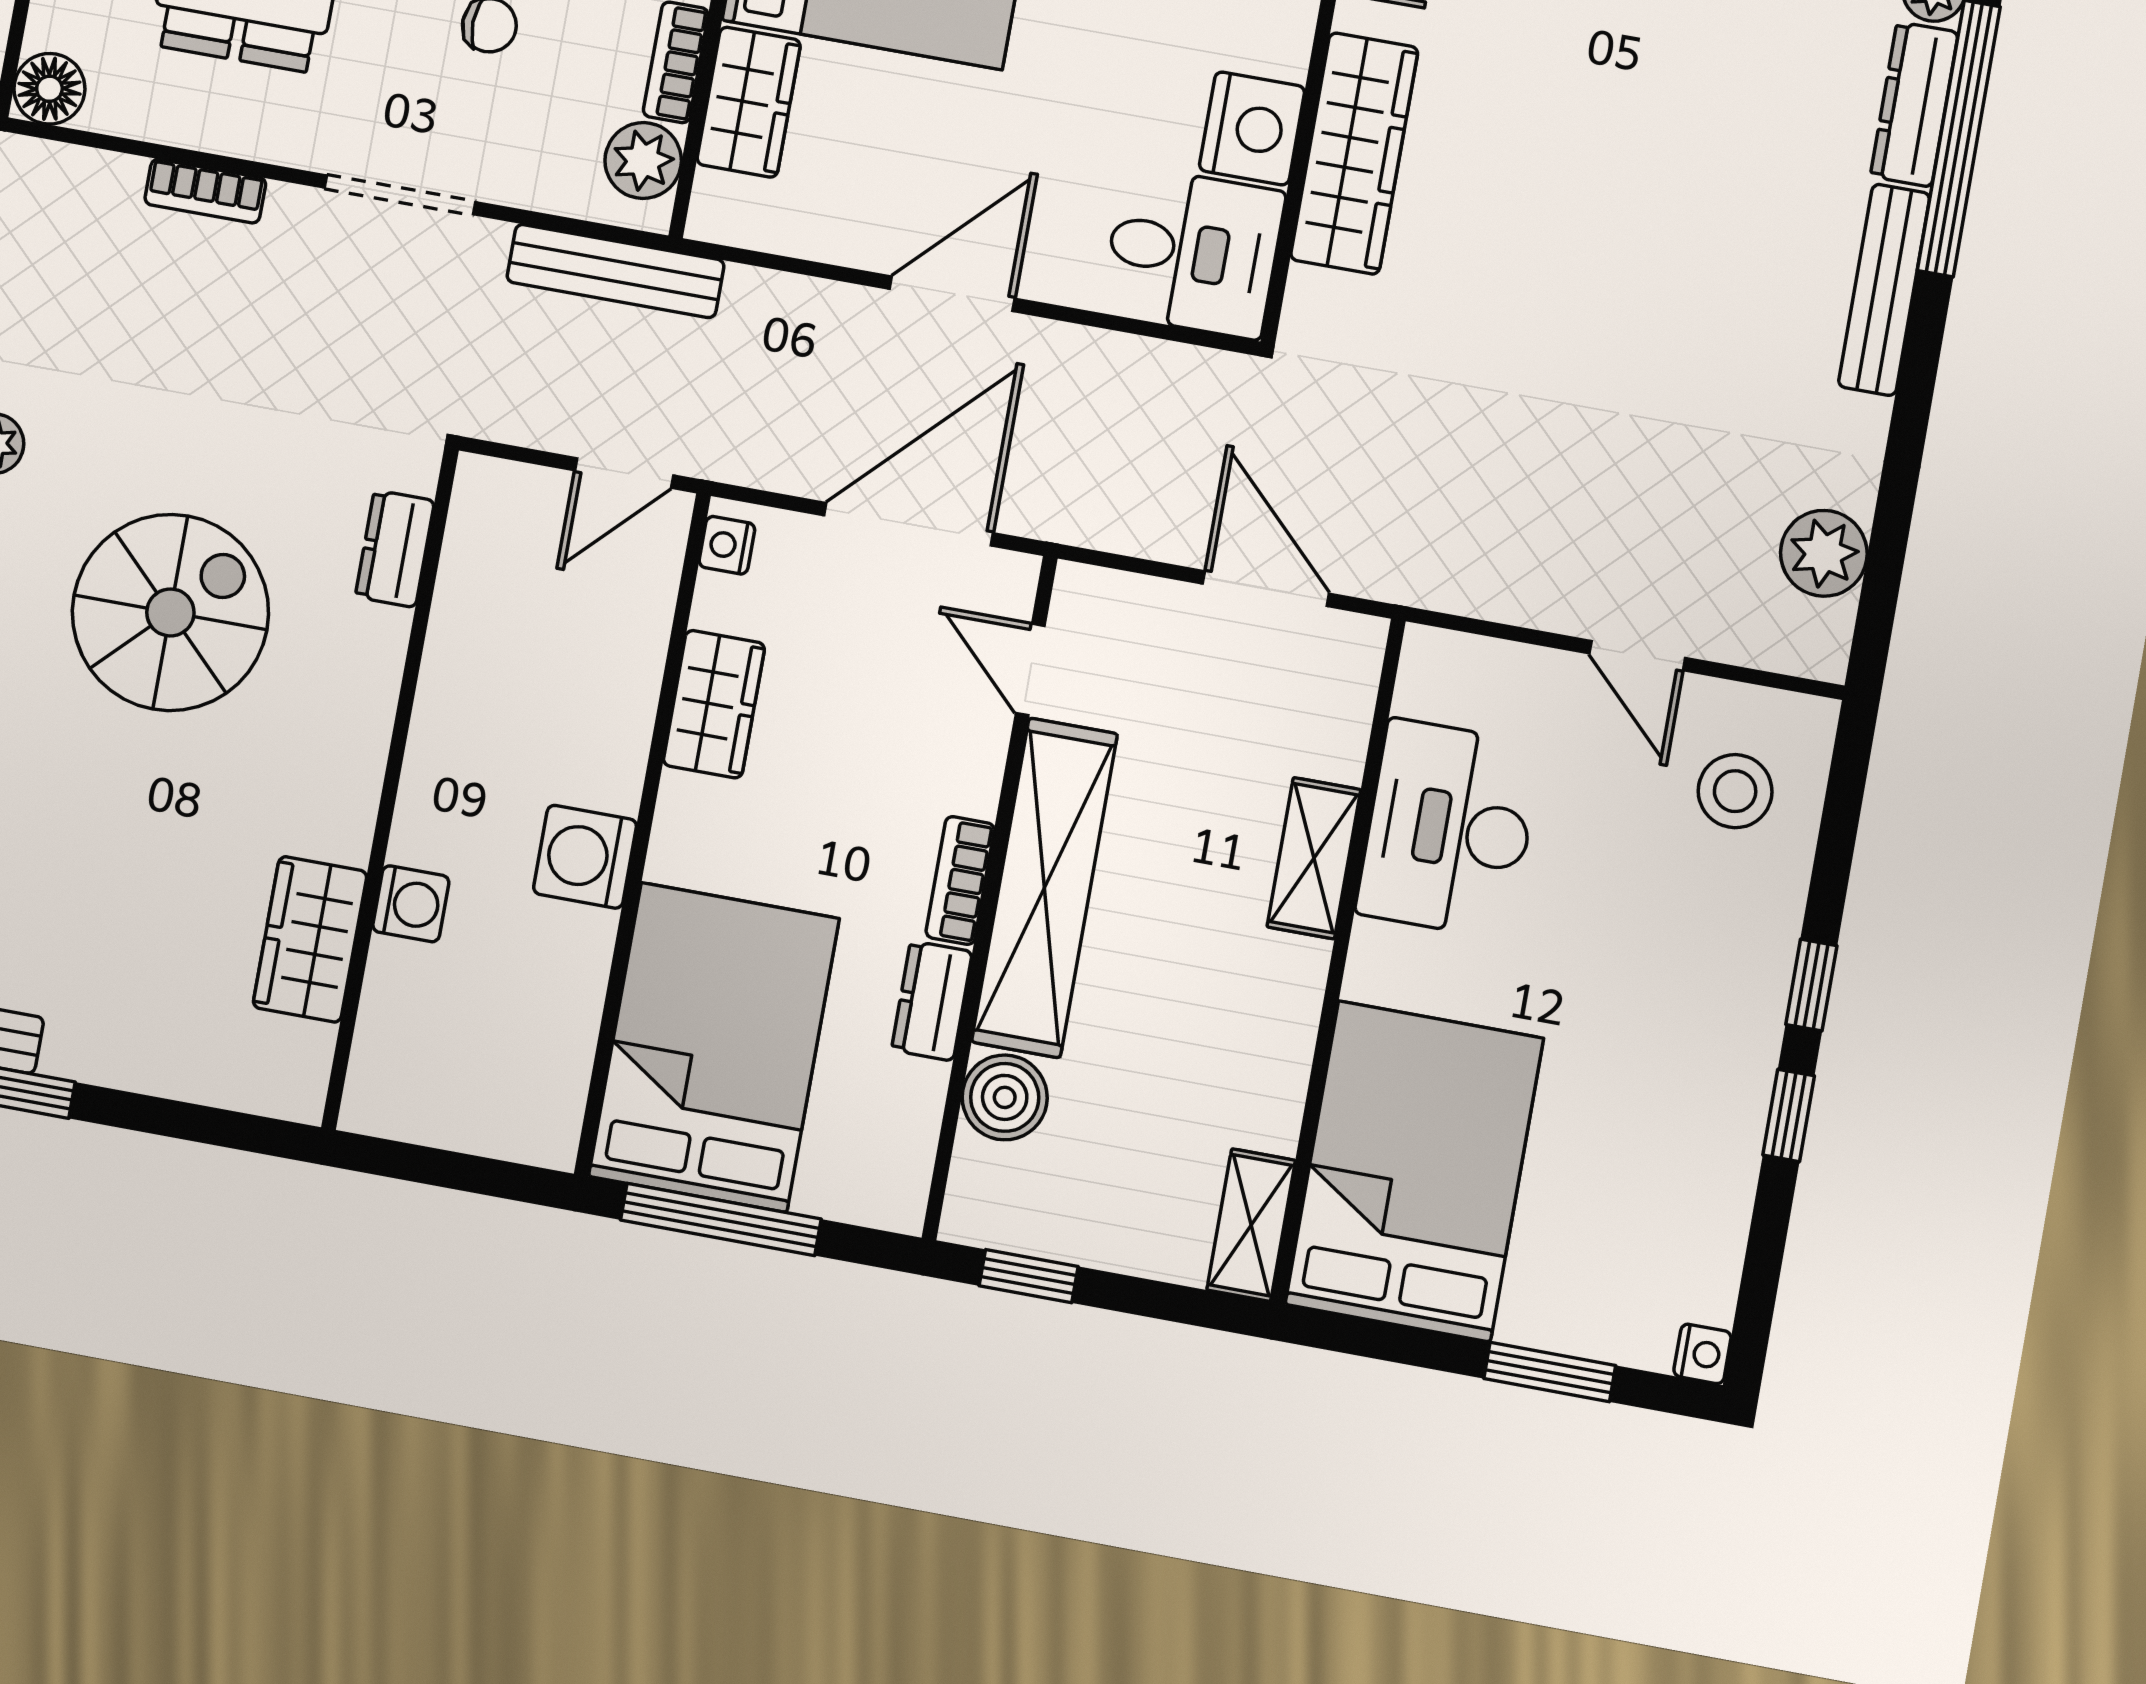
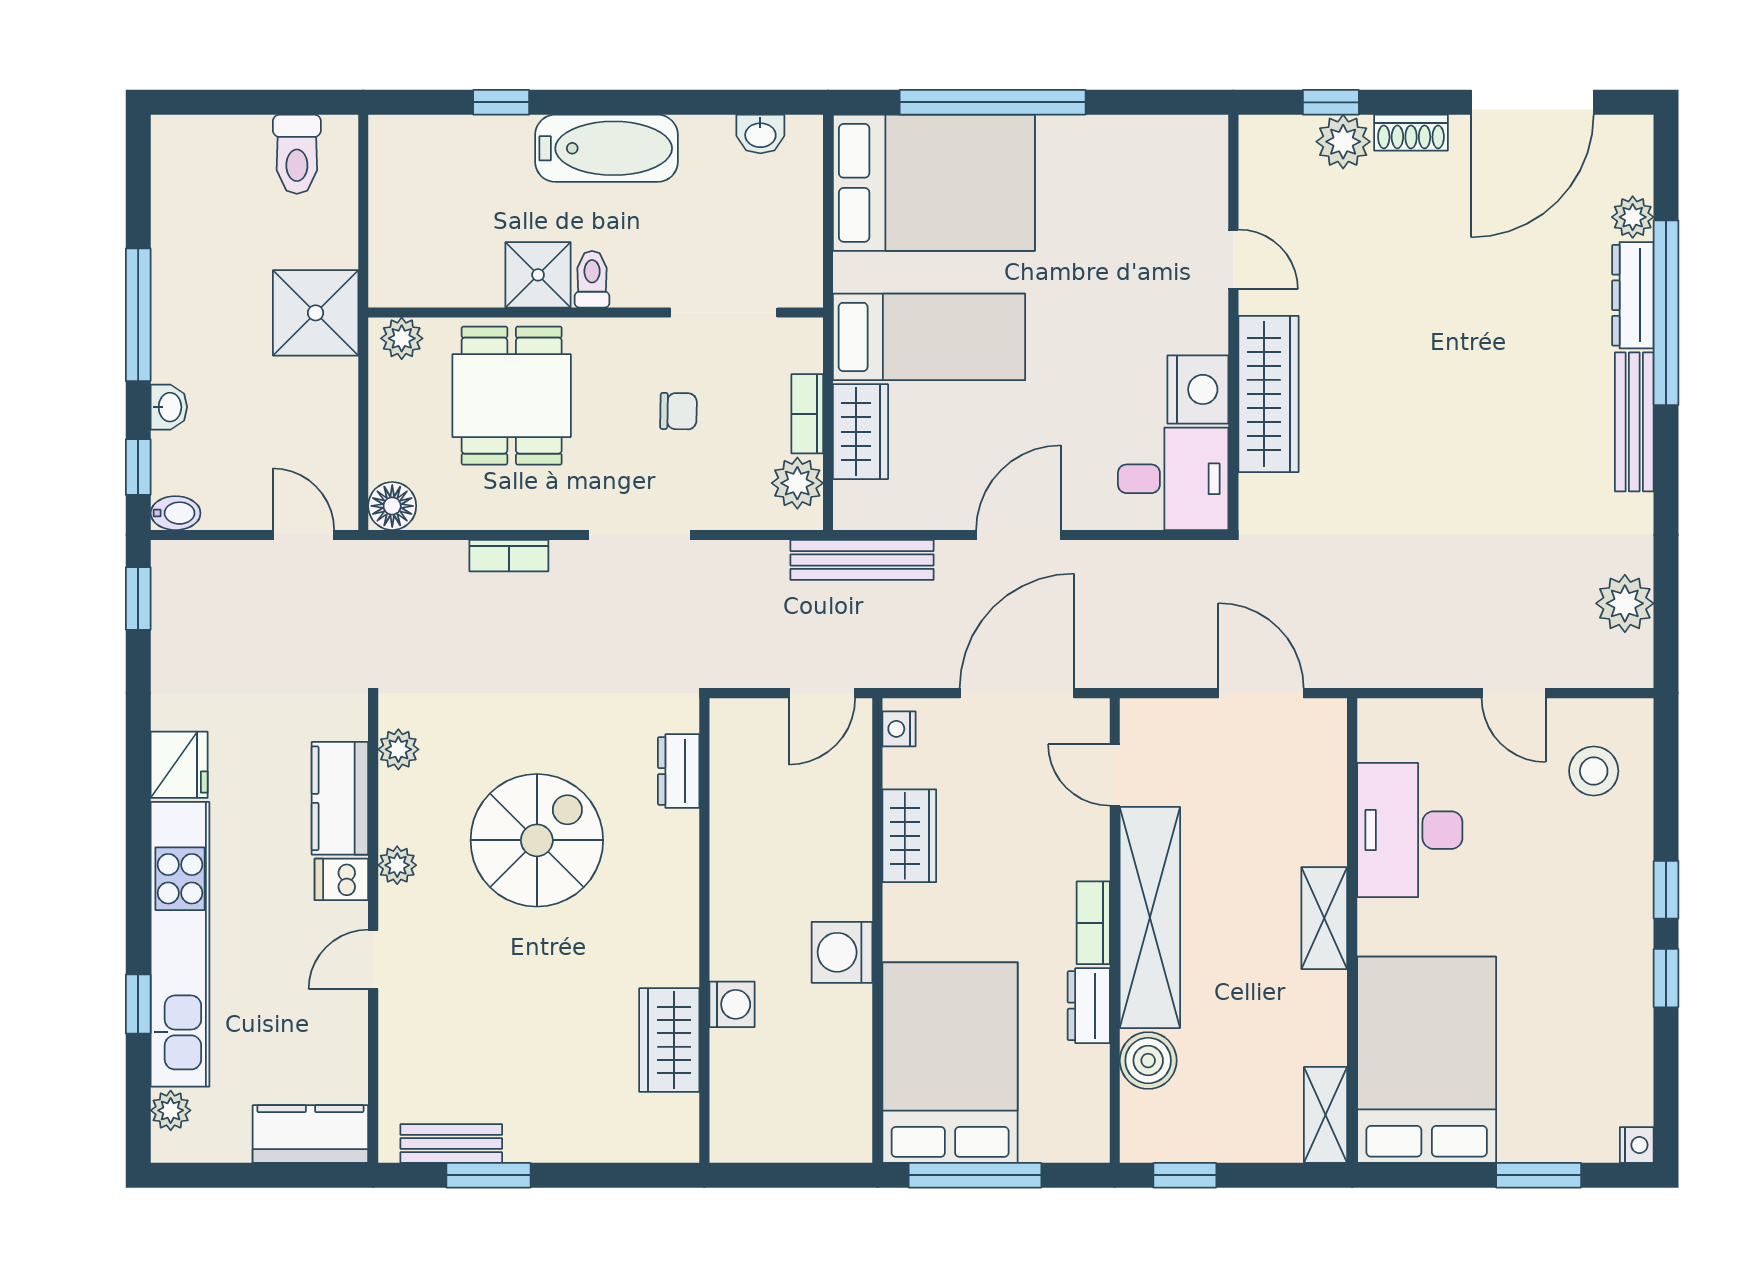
bench: (616, 271) -> (862, 560), moved
shelving: (1314, 858) -> (1324, 918), moved

